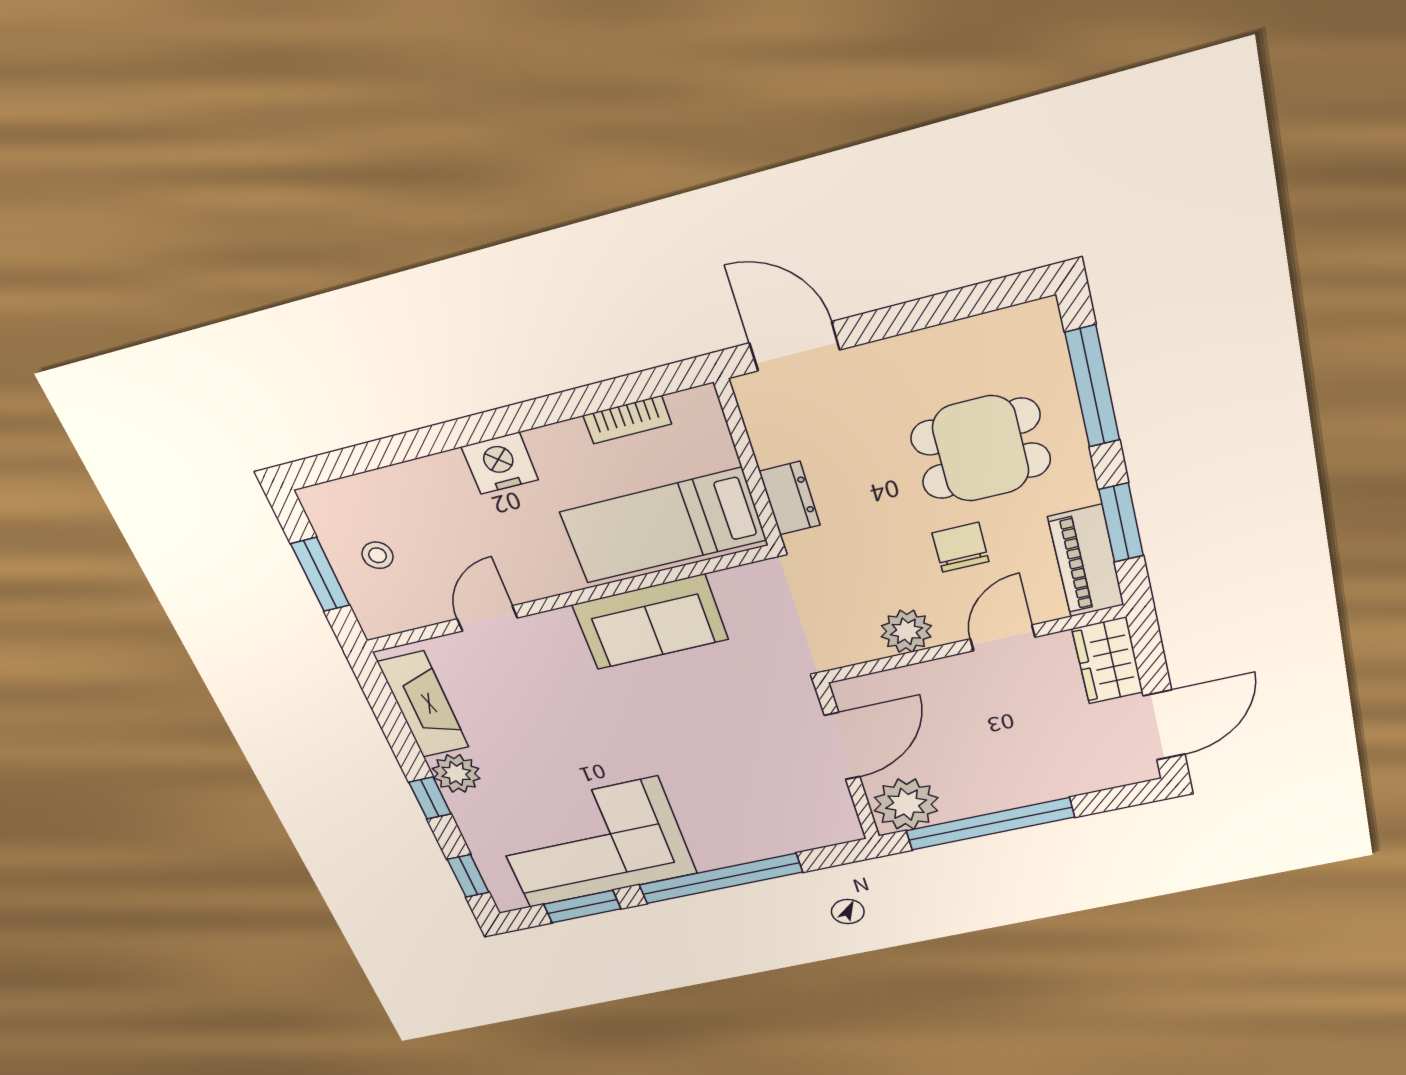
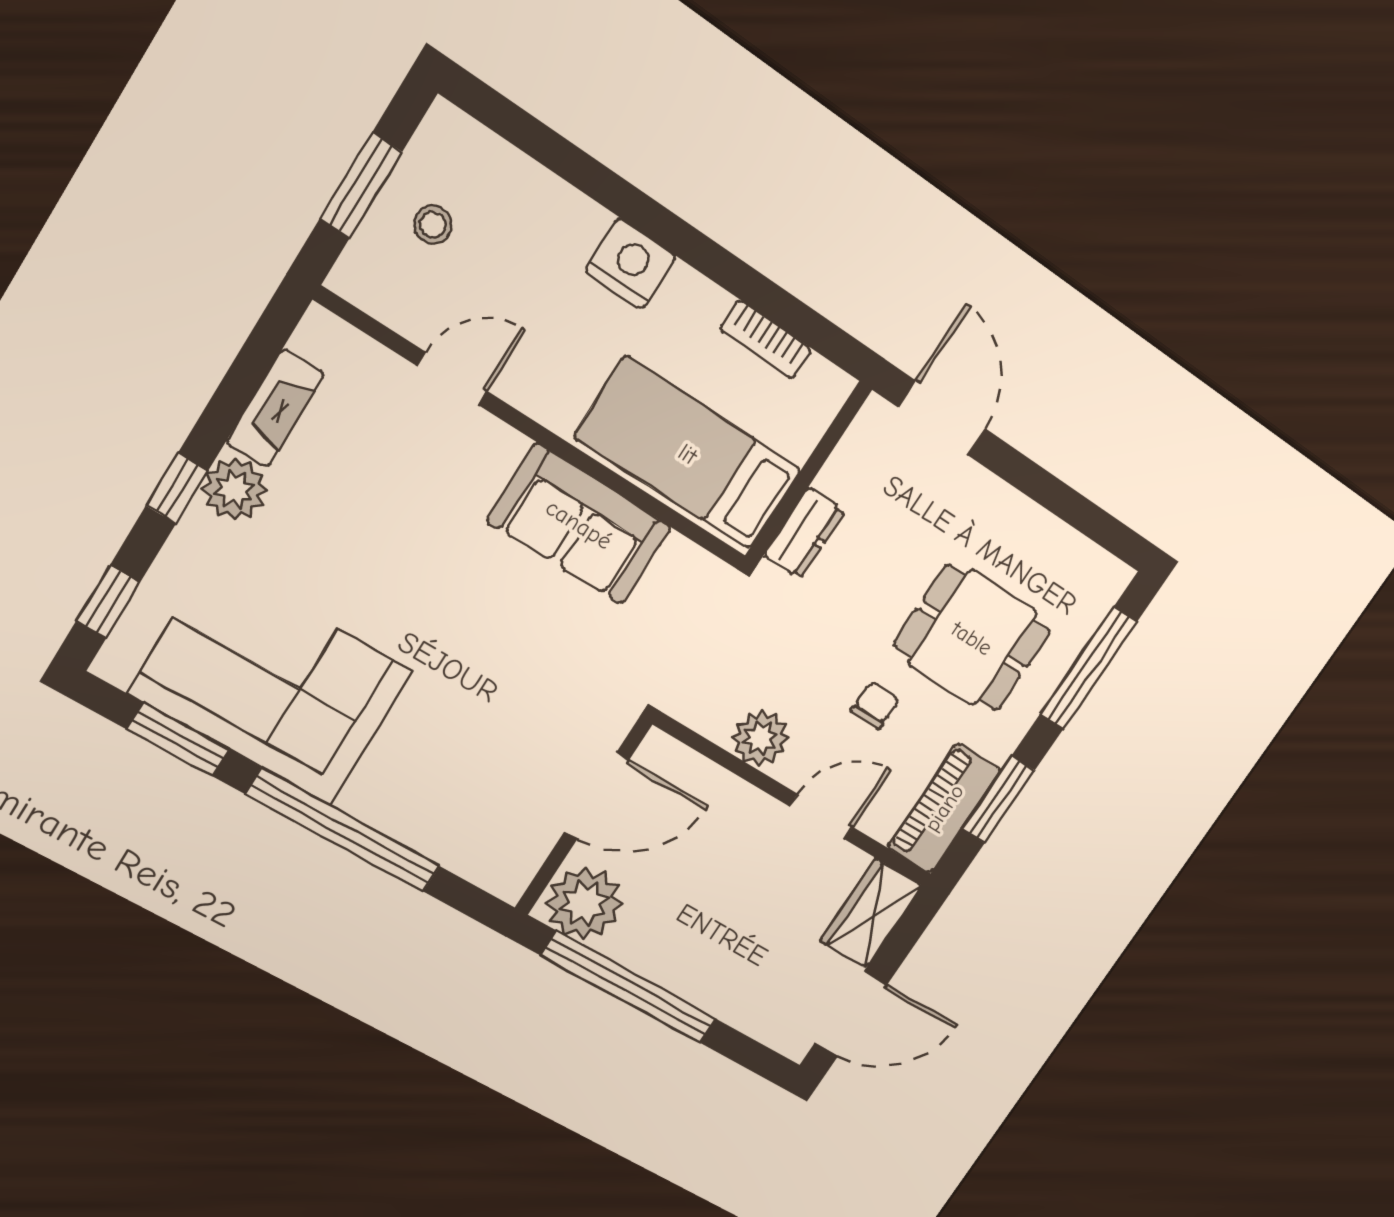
chair: (961, 547) -> (875, 705), width x0.73, depth x0.73
fireplace: (423, 705) -> (275, 408), width x0.73, depth x0.76

